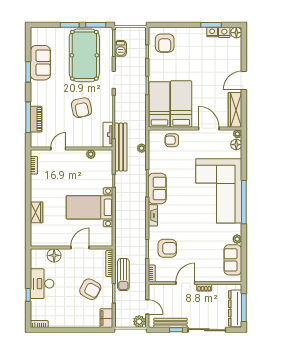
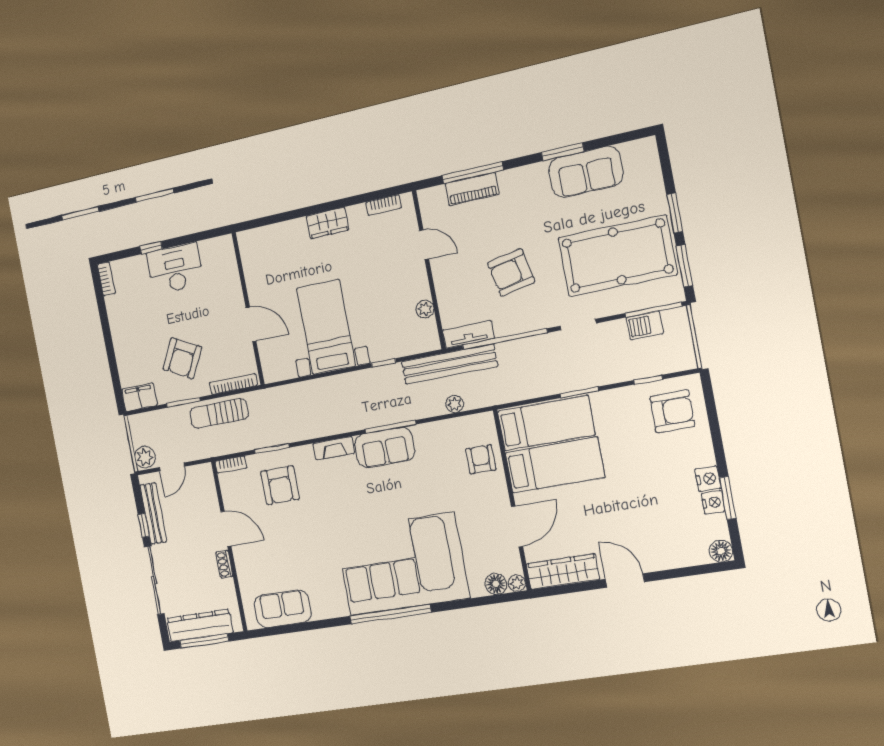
nightstand: (224, 32) -> (708, 479), moved
armchair: (165, 43) -> (672, 411), turned 180
wardrobe: (36, 212) -> (328, 223), moved
plant: (237, 239) -> (321, 611), removed
floor lamp: (54, 255) -> (228, 279), removed

